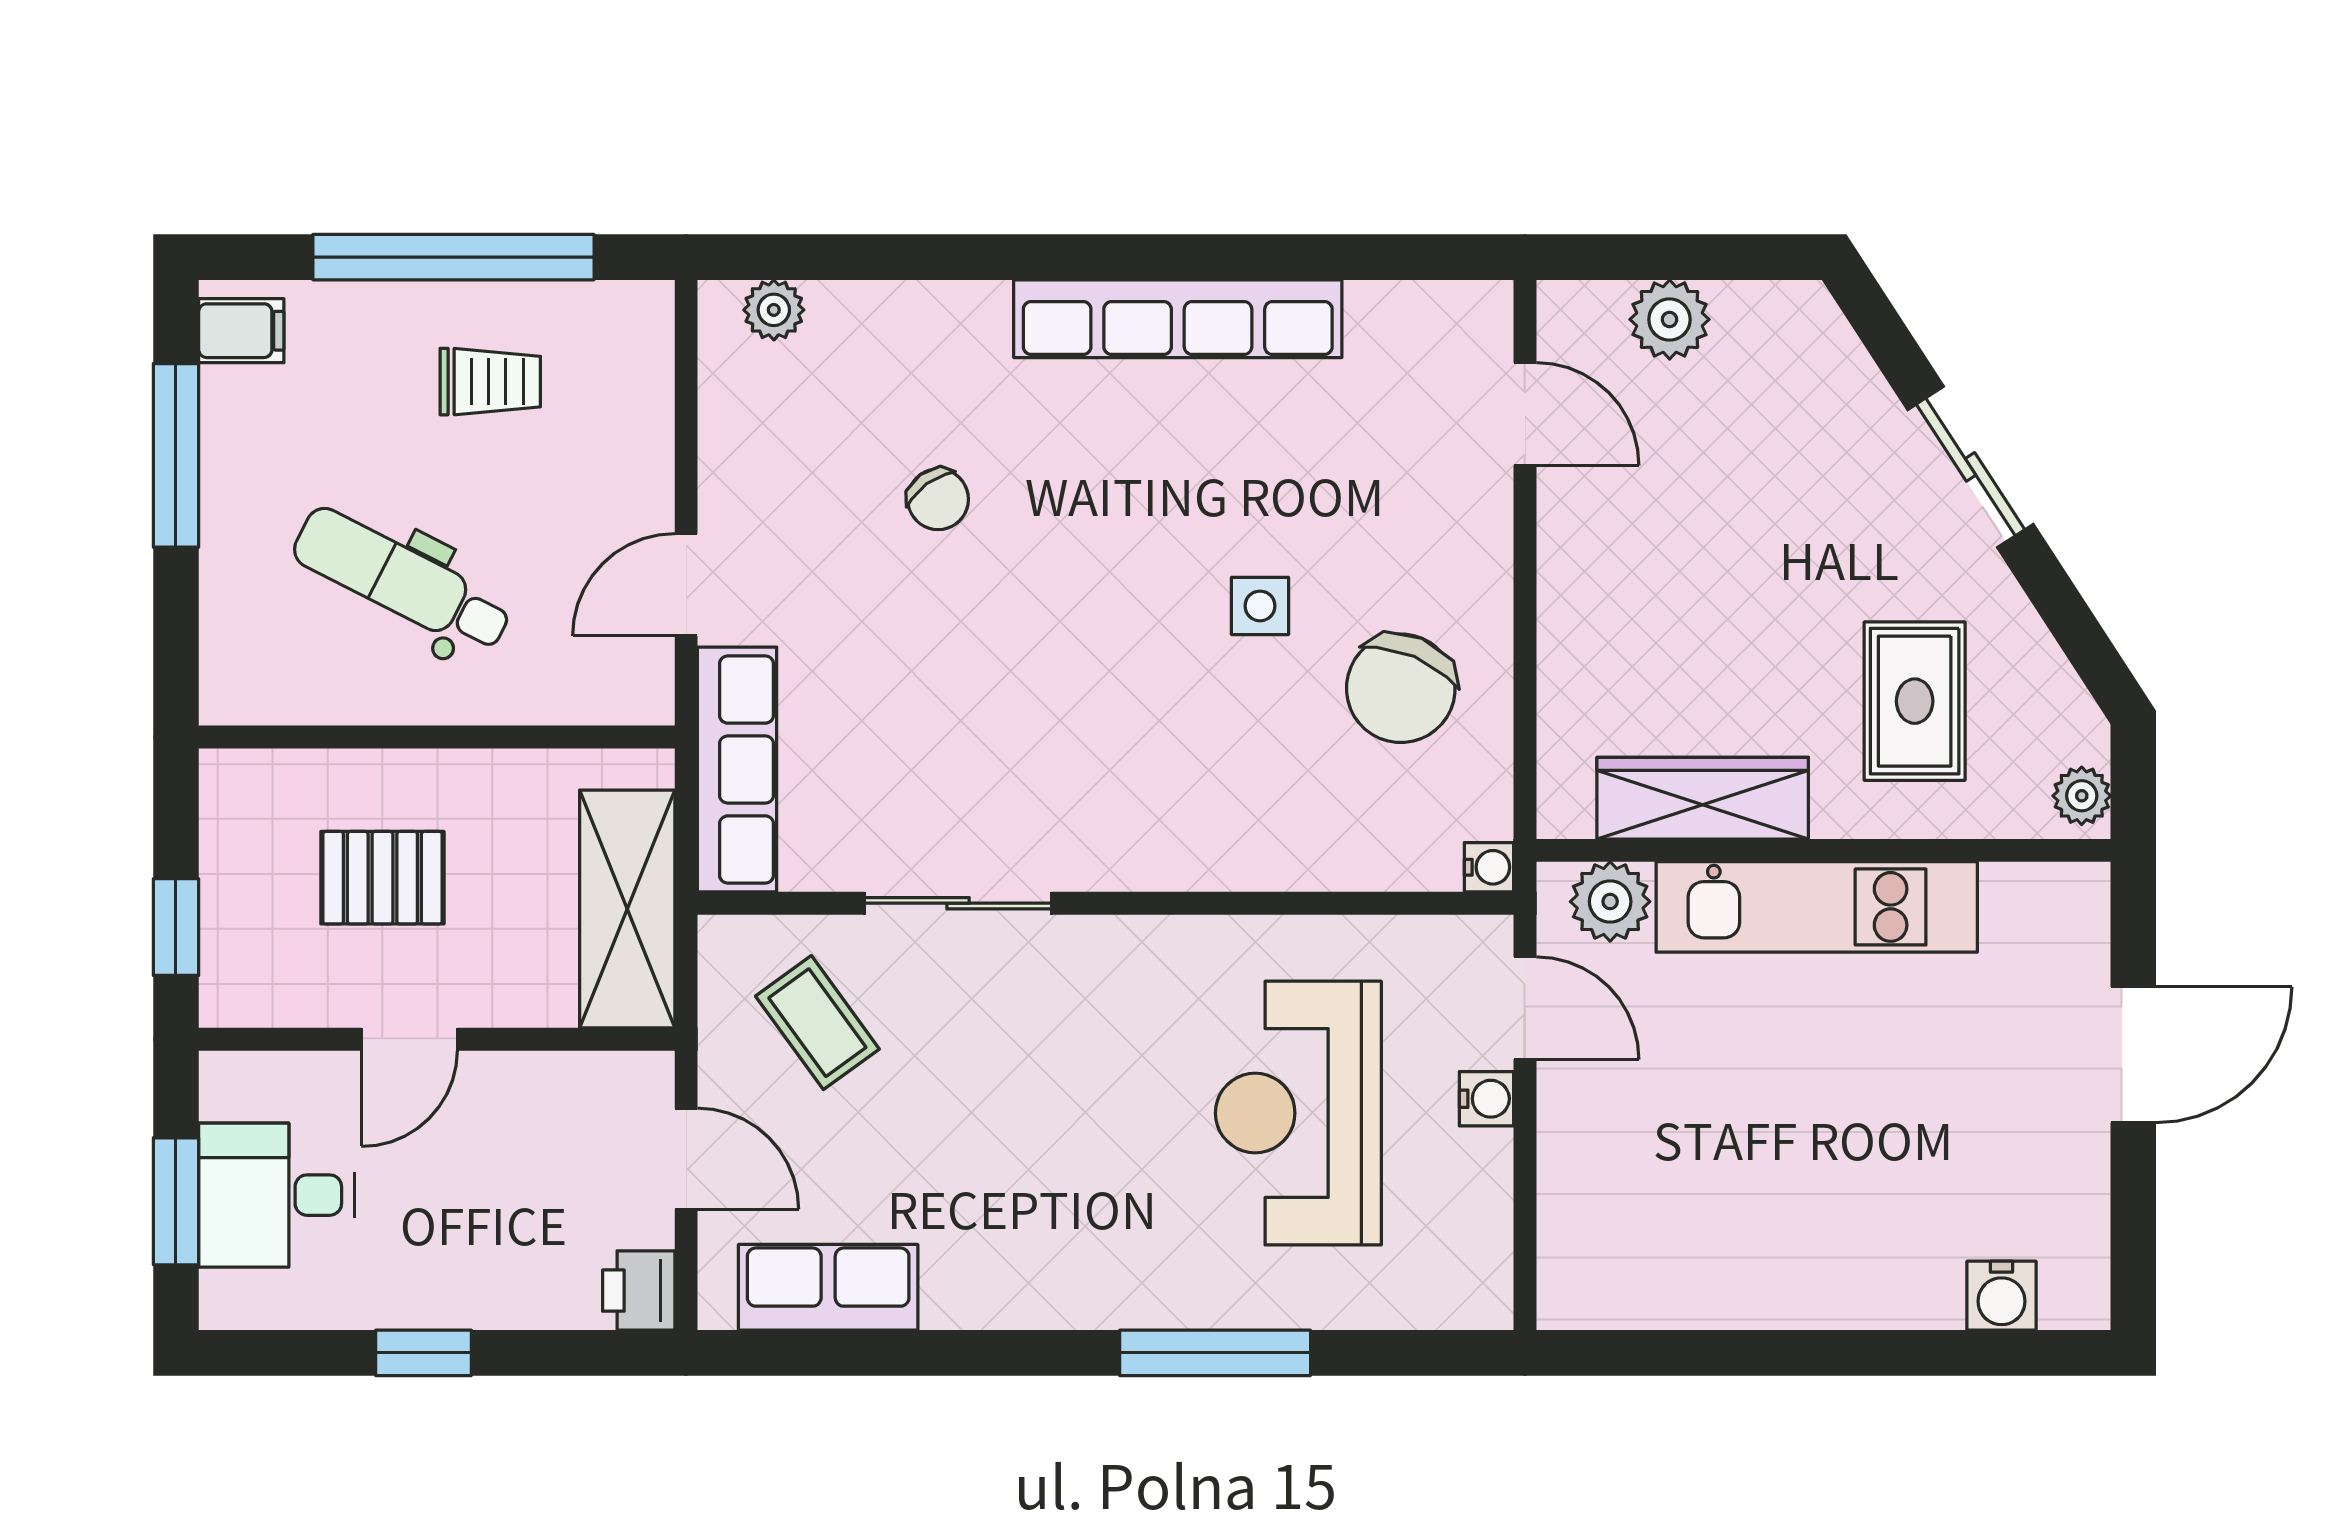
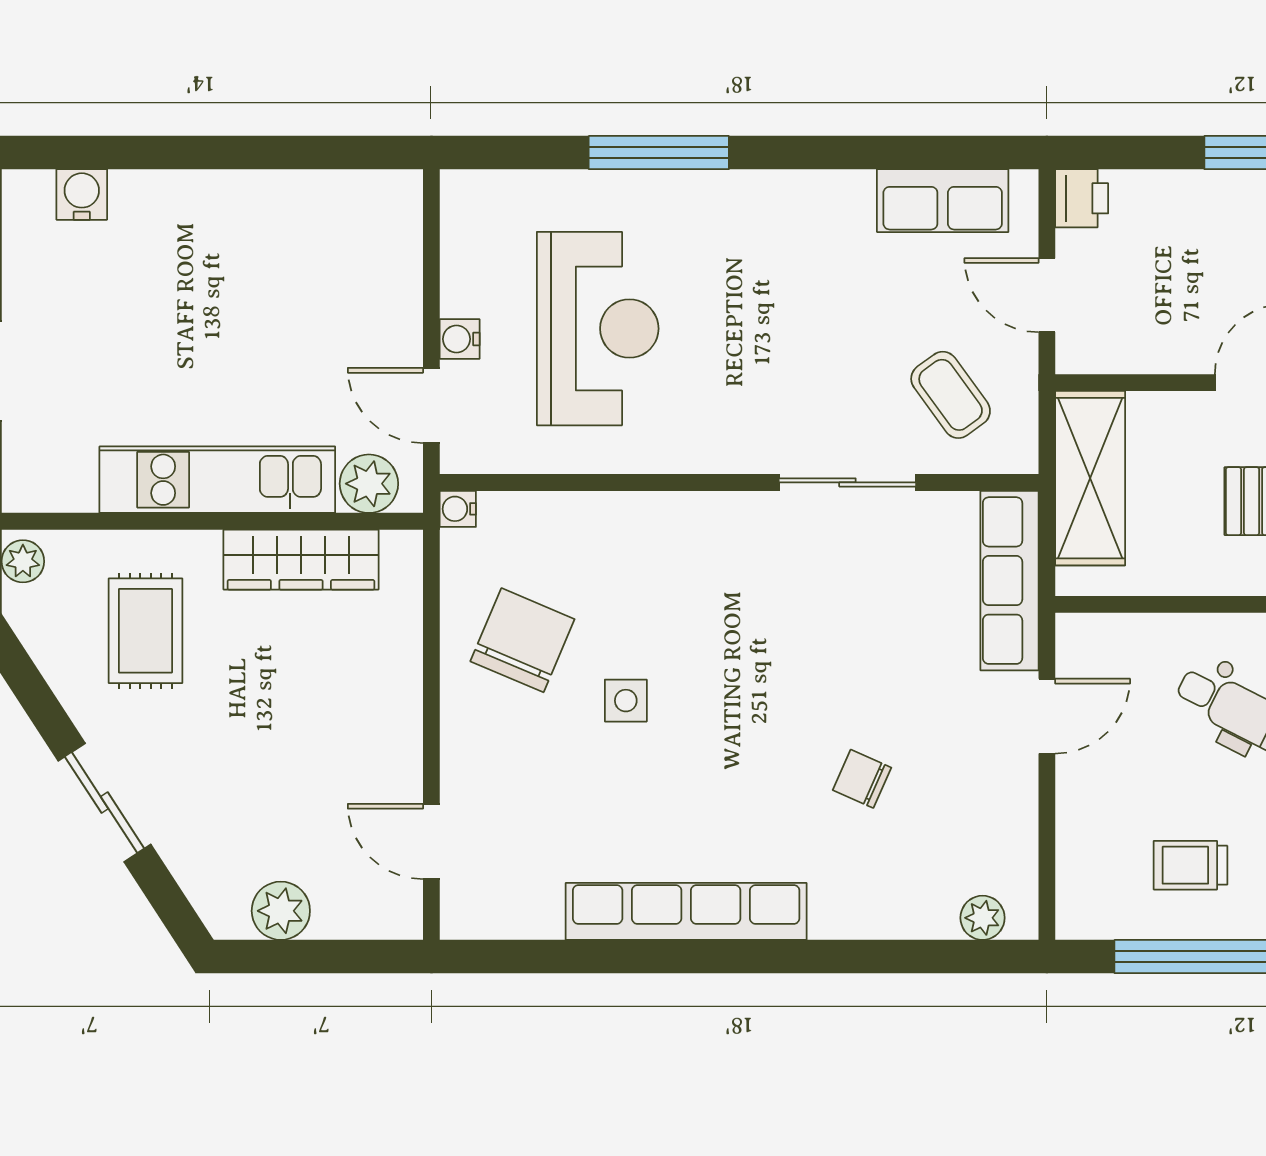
plant: (1670, 319) -> (281, 911), moved
chair: (938, 499) -> (862, 779), turned -30

